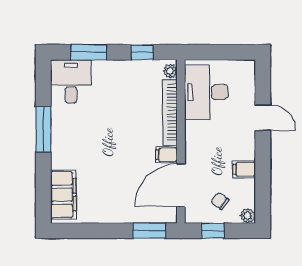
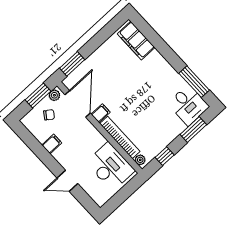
window: (43, 129) -> (194, 82), moved
plant: (248, 216) -> (54, 95), moved
window: (213, 231) -> (38, 95), width x1.50

